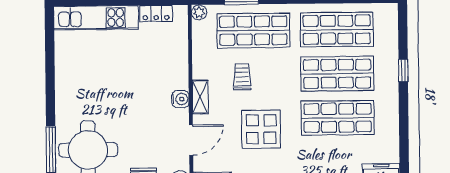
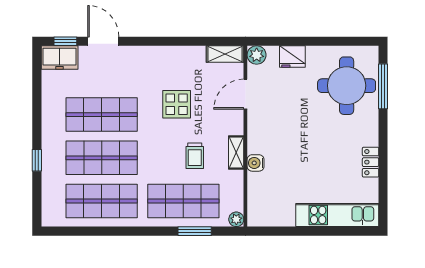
locker: (156, 14) -> (371, 162), moved, turned -90
shelving: (200, 97) -> (236, 152), moved
water cooler: (180, 99) -> (256, 163), moved
display table: (261, 129) -> (177, 104), width x0.73, depth x0.73

